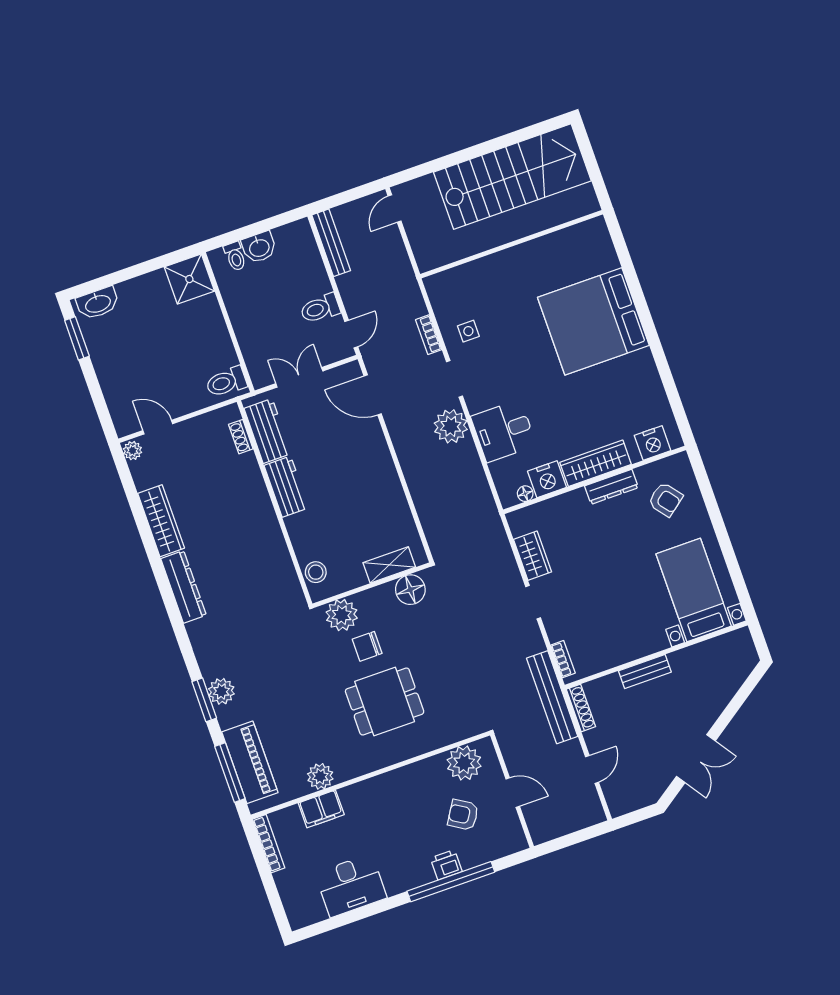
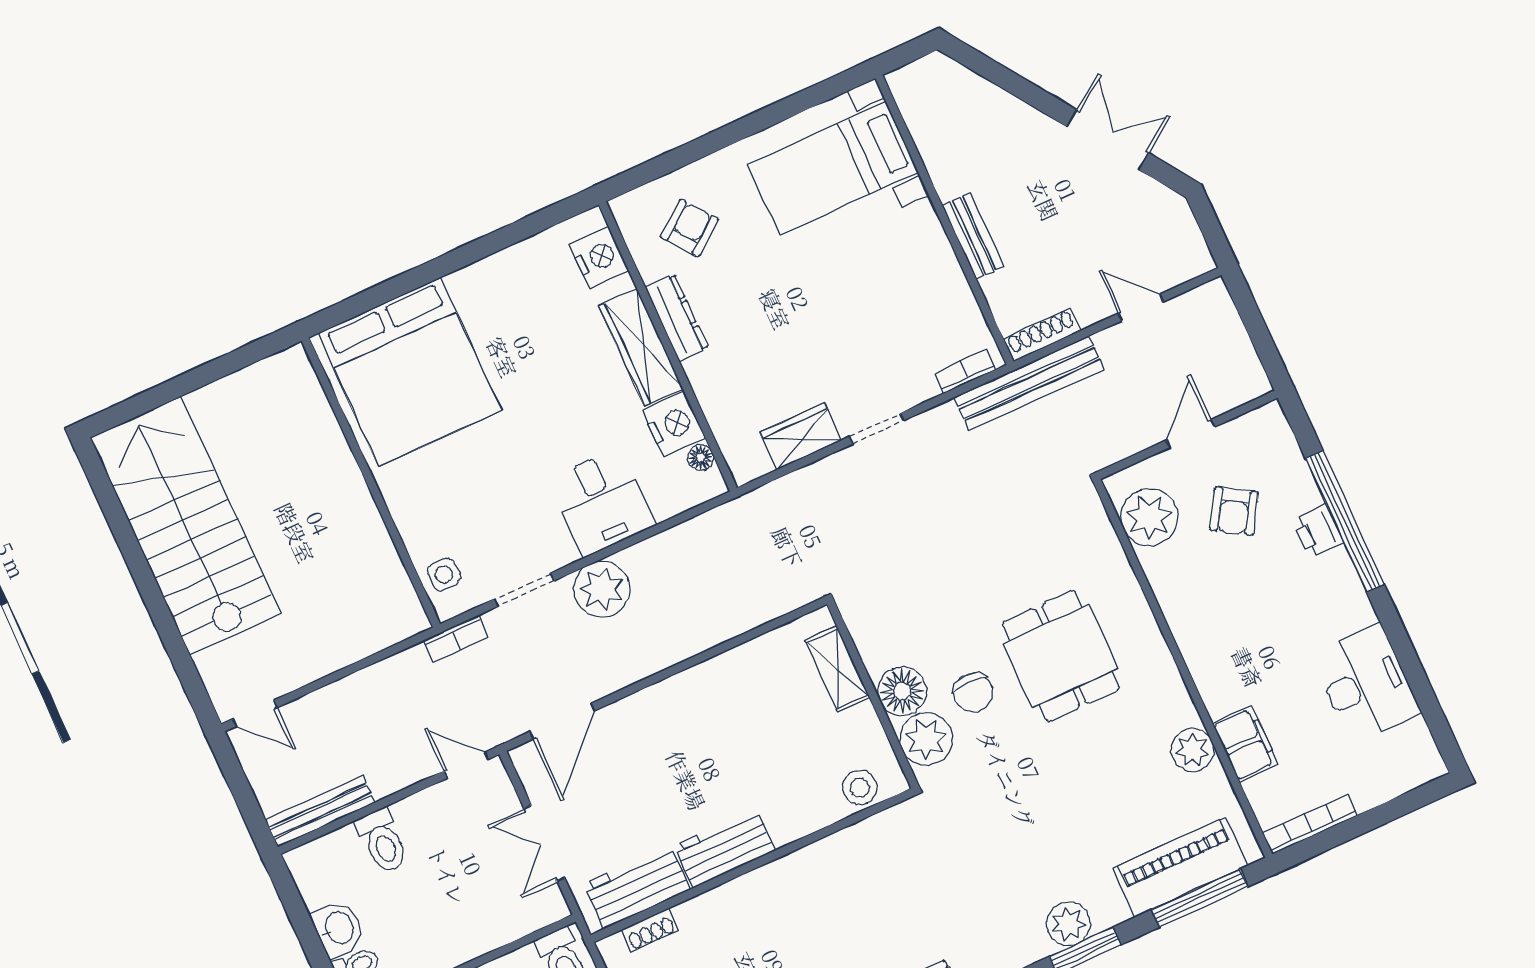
wall: (512, 244) -> (371, 482), moved
toilet: (320, 308) -> (382, 841), moved
floor lamp: (410, 590) -> (902, 691), moved

